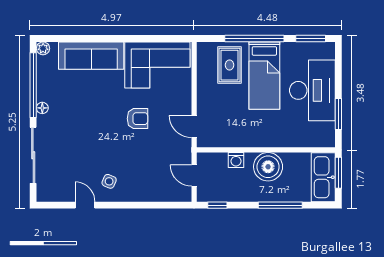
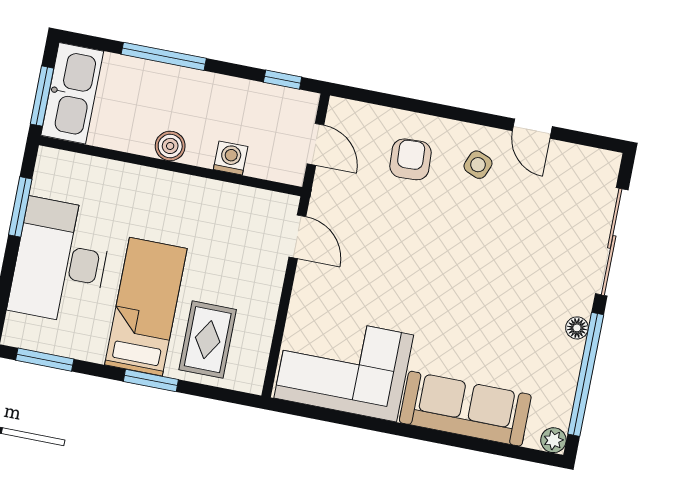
window: (254, 39) -> (151, 380), width x0.47
armchair: (137, 119) -> (411, 159), moved, turned 87
boiler: (268, 167) -> (170, 146), width x0.54, depth x0.54

